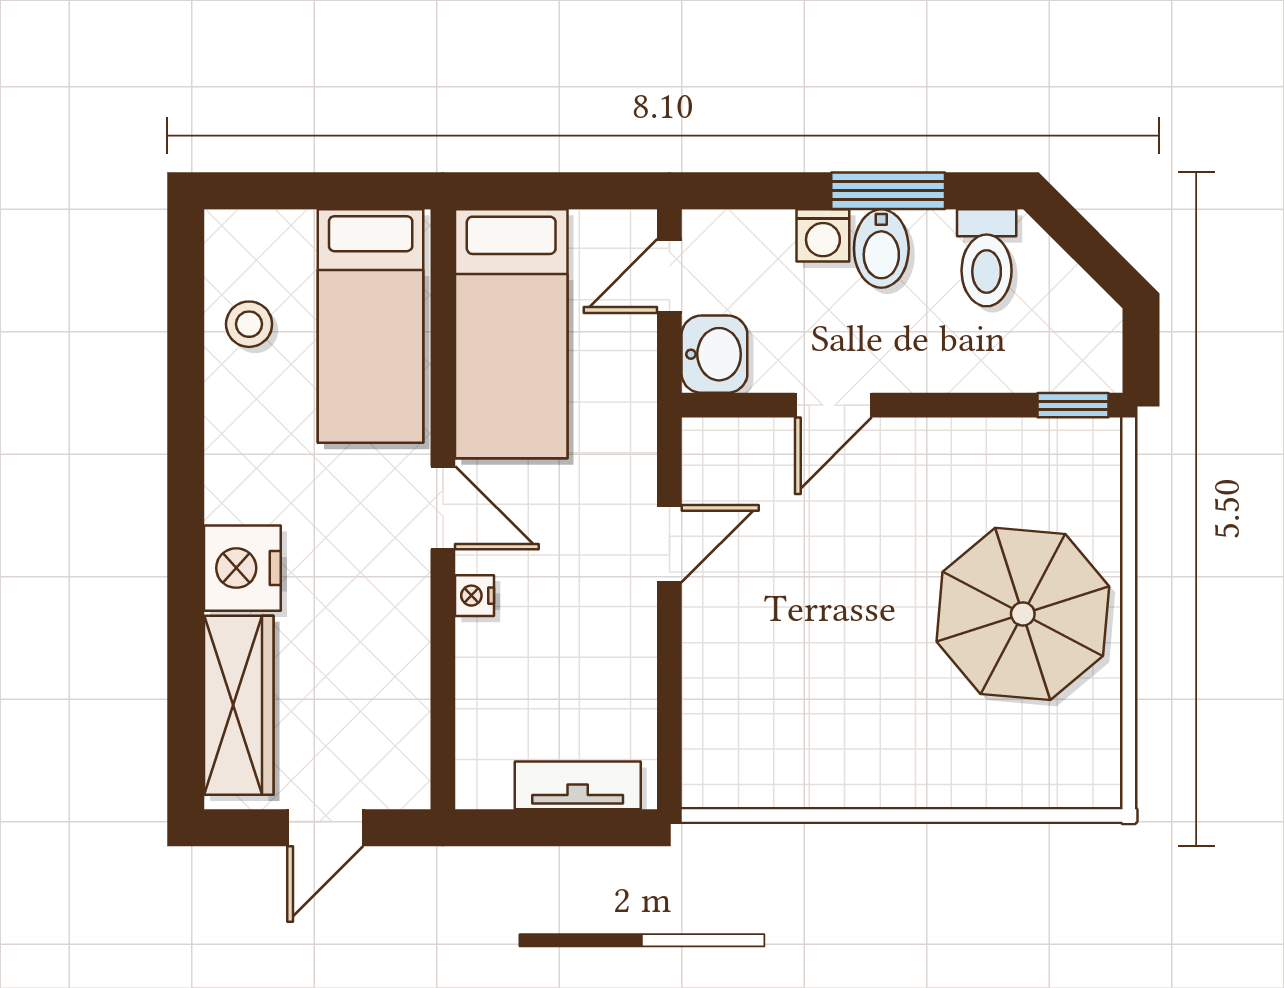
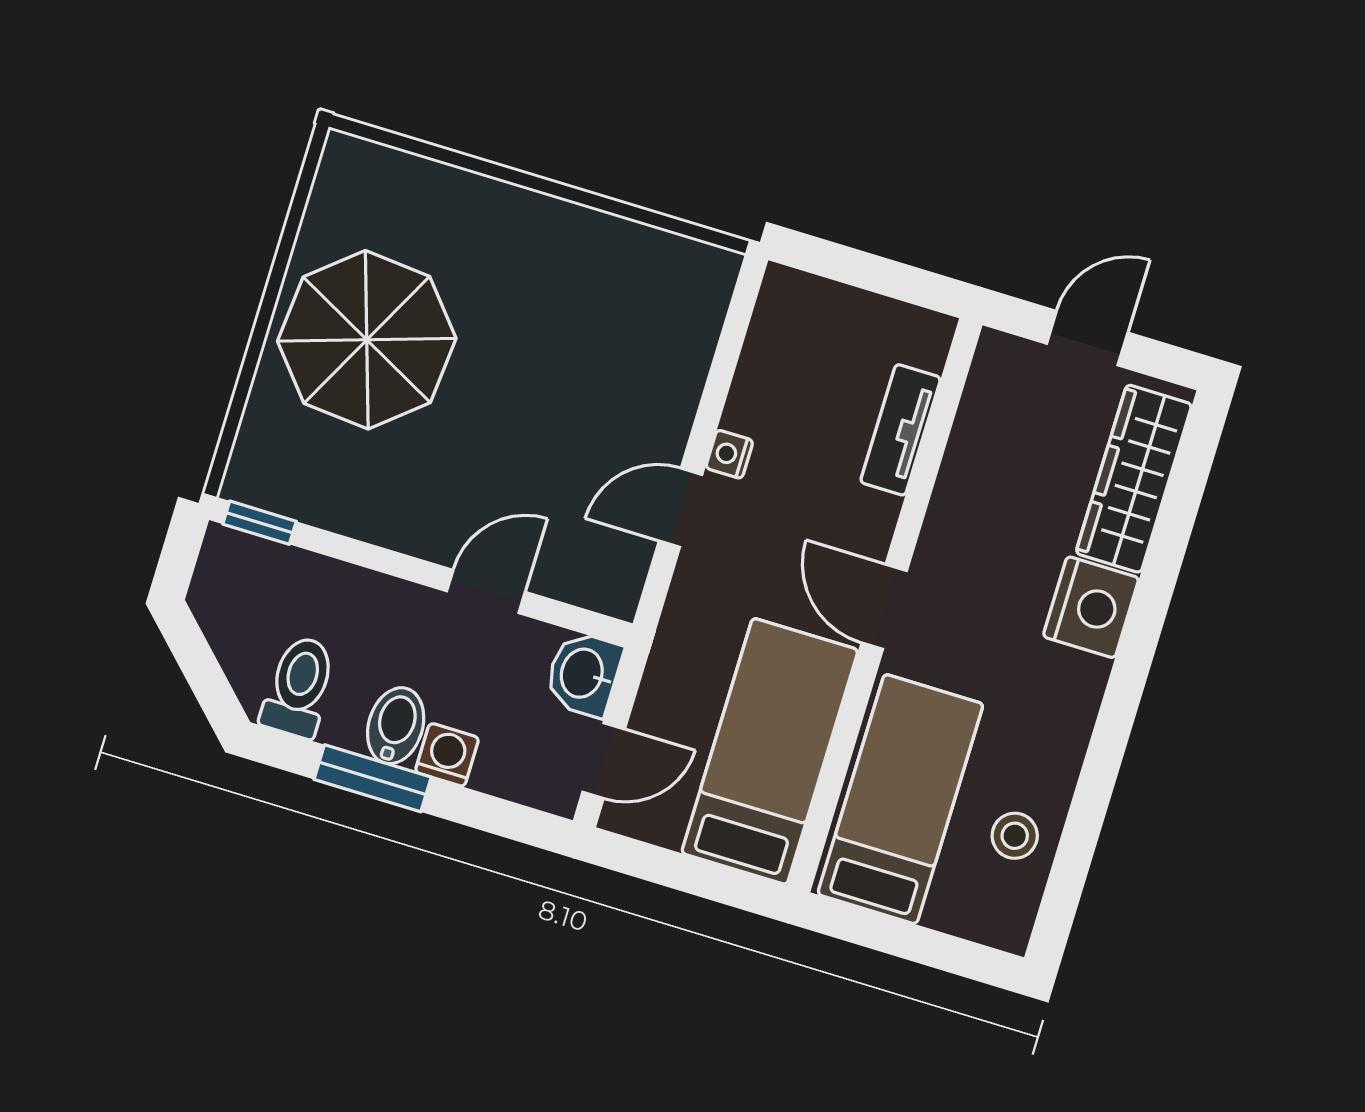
nightstand: (475, 596) -> (729, 454), moved, turned 180
tv unit: (578, 785) -> (901, 430), moved, turned 90

